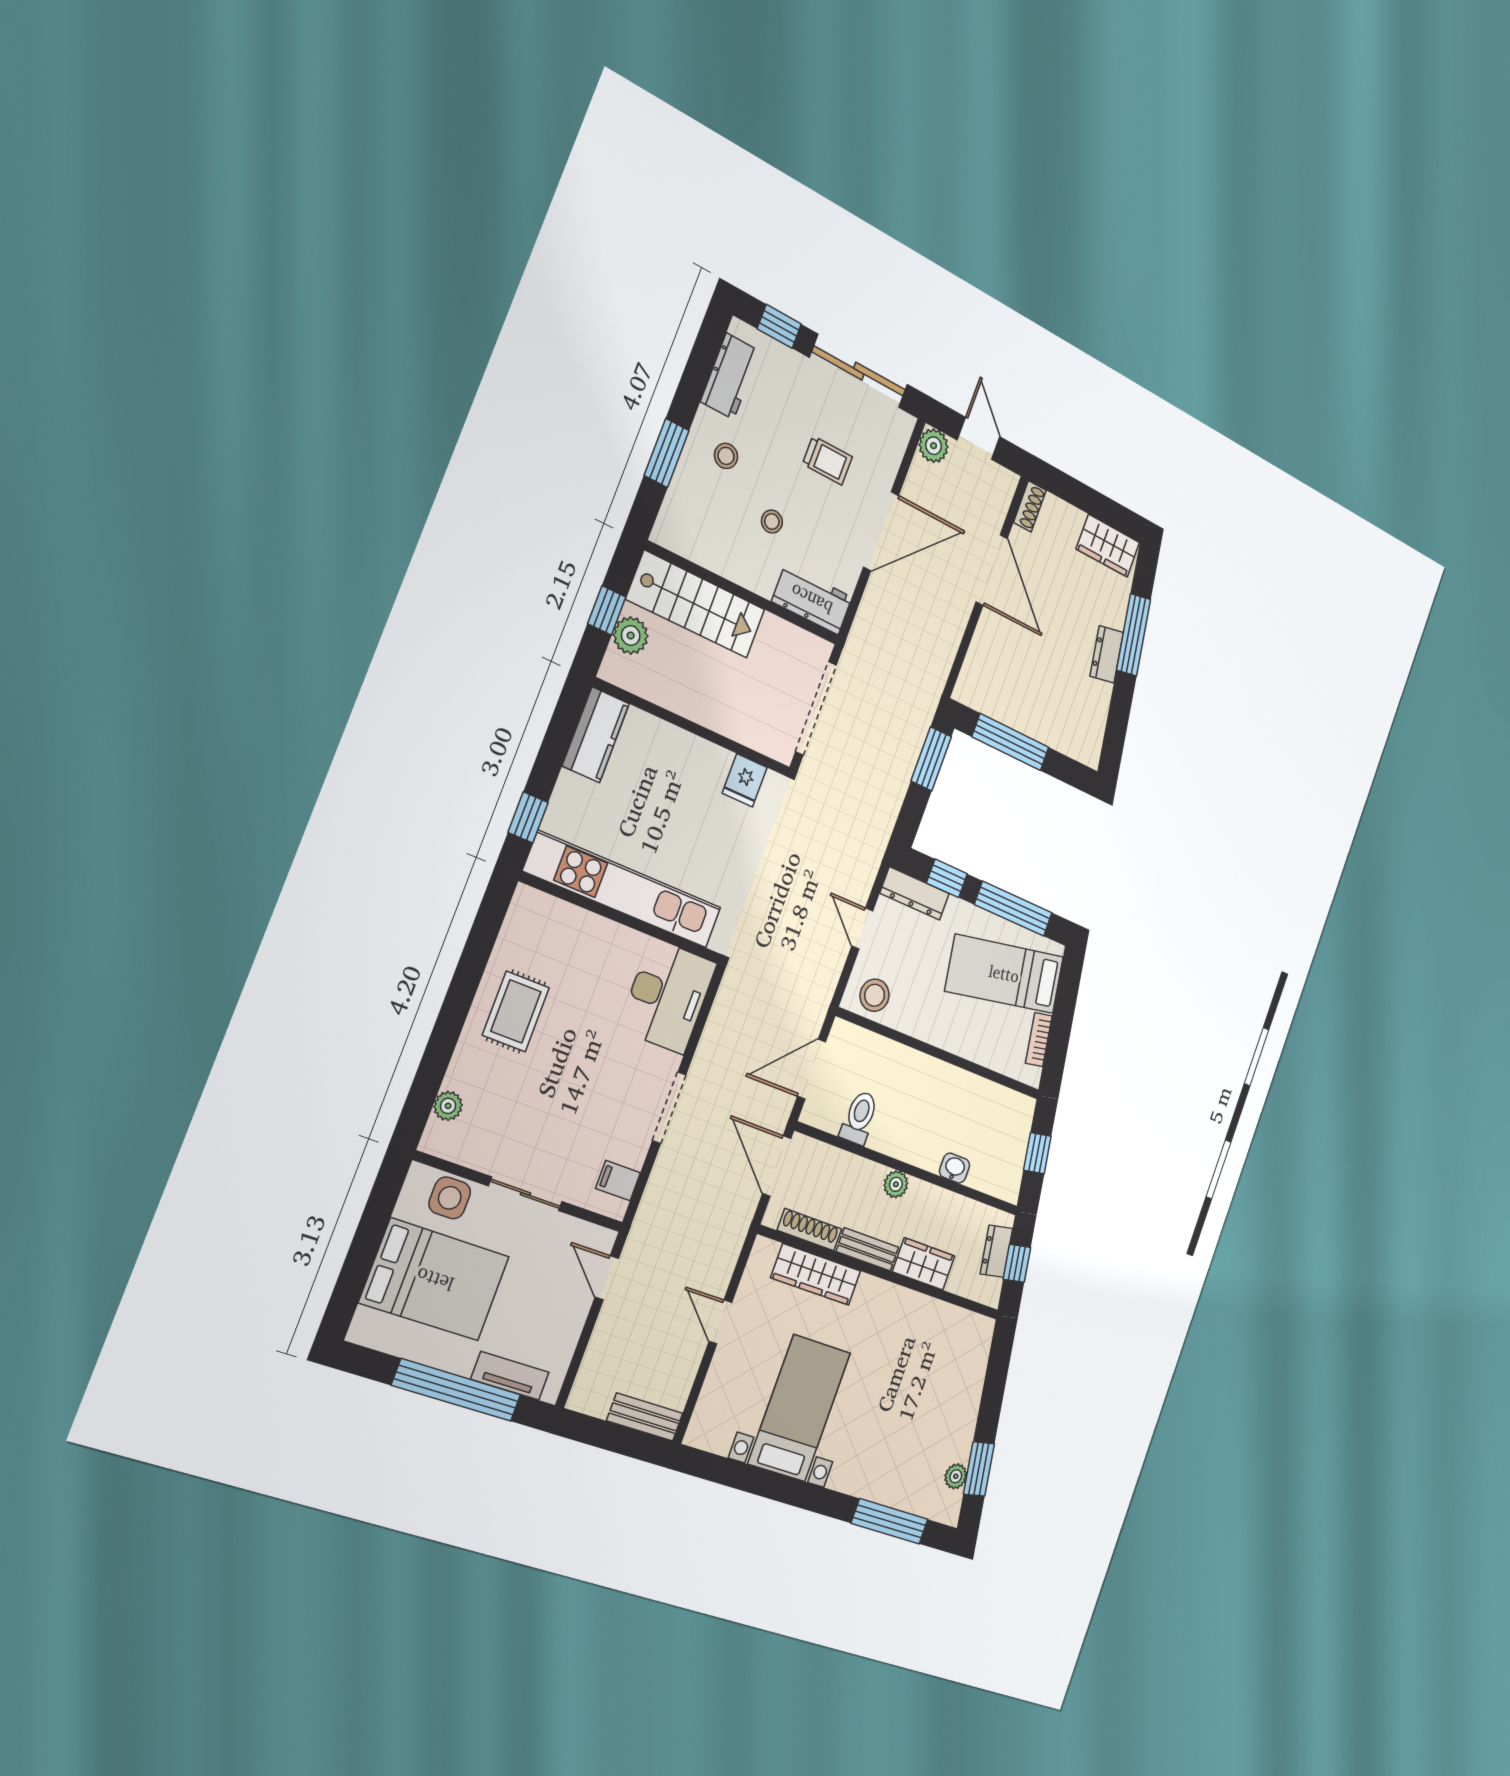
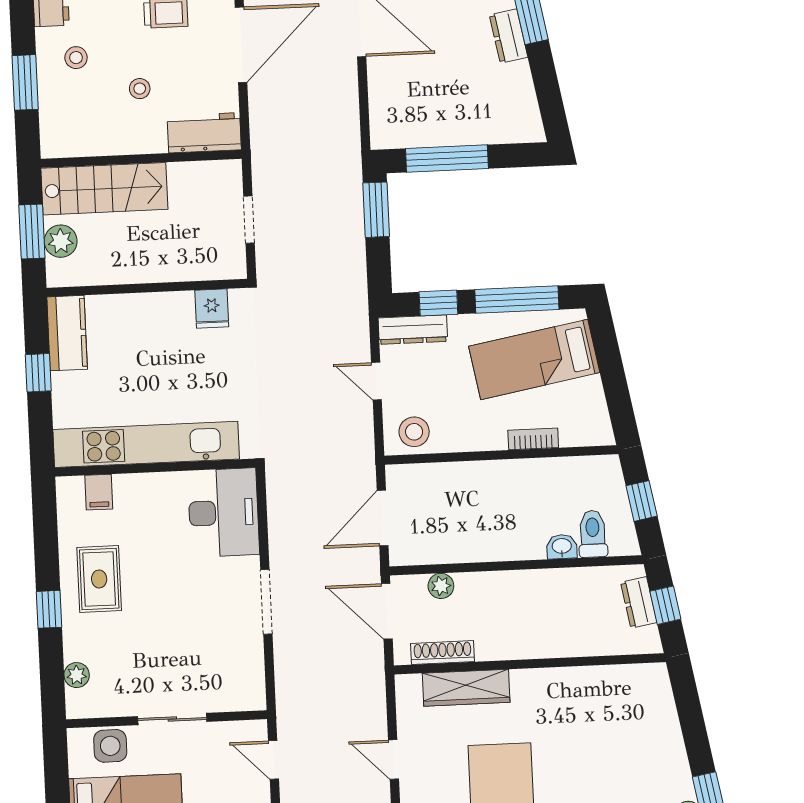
window: (607, 610) -> (32, 232), width x1.50
doorway: (816, 708) -> (249, 220), width x0.53
window: (528, 817) -> (38, 373), moved
window: (450, 1022) -> (49, 609), added
bookcase: (1039, 1040) -> (533, 439), moved, turned 100
toilet: (859, 1118) -> (593, 534), moved
filing cabinet: (618, 1181) -> (99, 492), moved, turned -90
plant: (896, 1184) -> (441, 586), moved
bench: (867, 1249) -> (507, 648), removed
wardrobe: (924, 1264) -> (569, 640), removed

